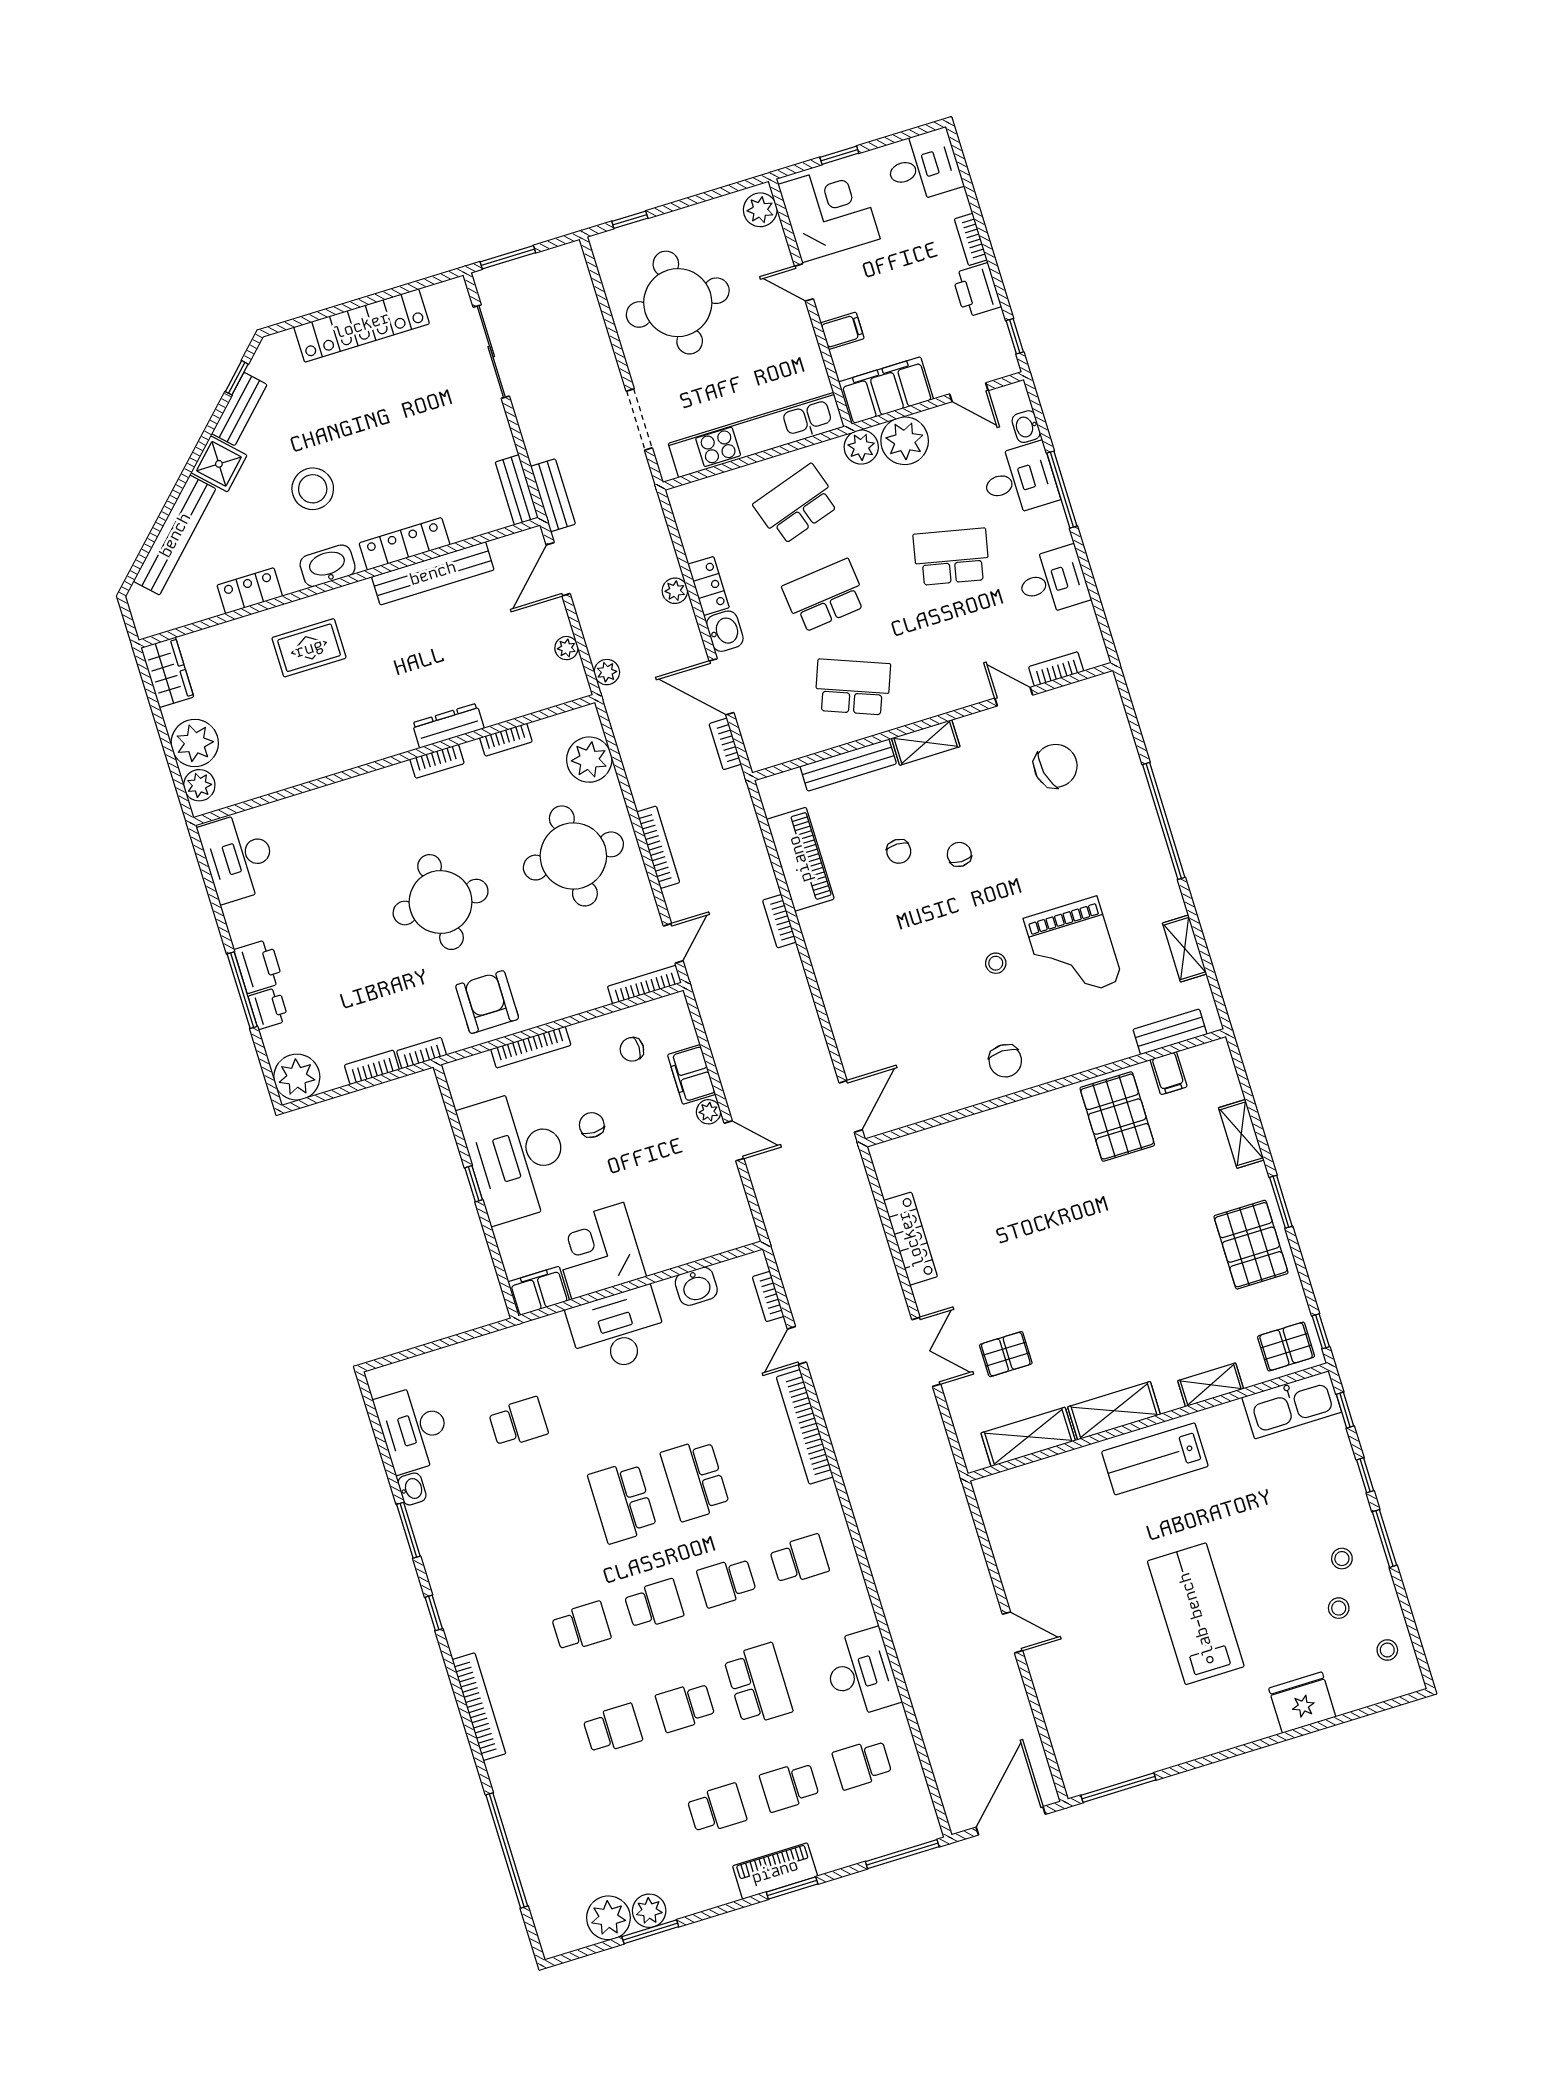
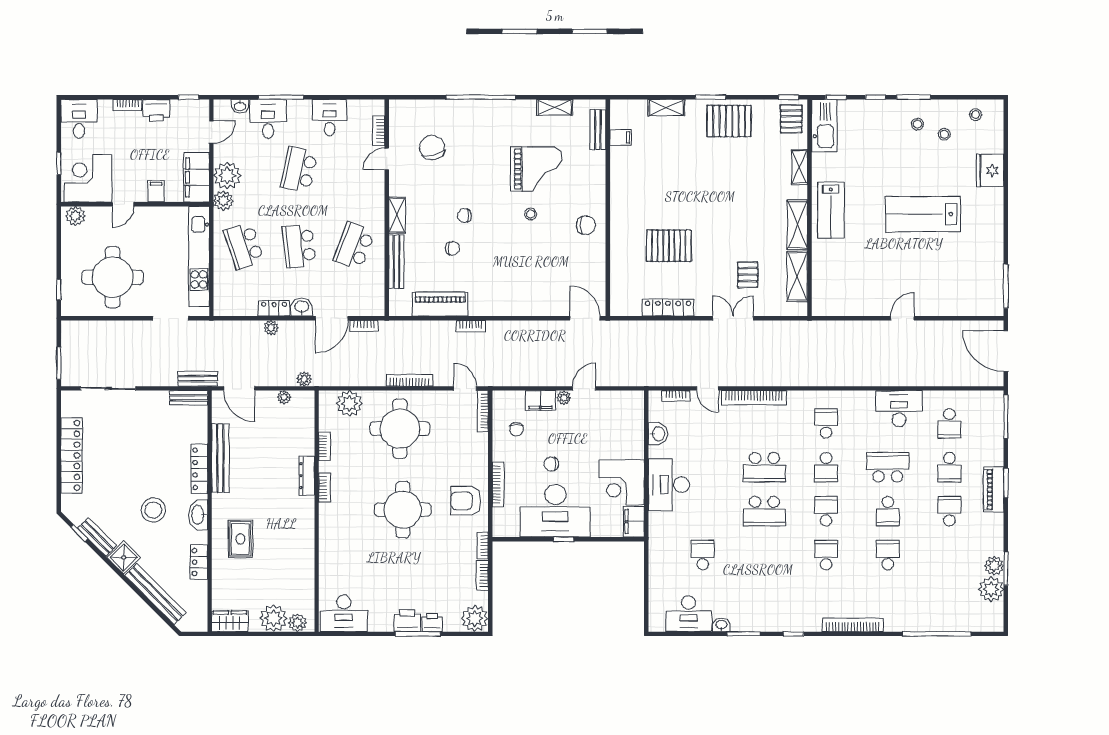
pallet: (1117, 1117) -> (669, 246), moved

